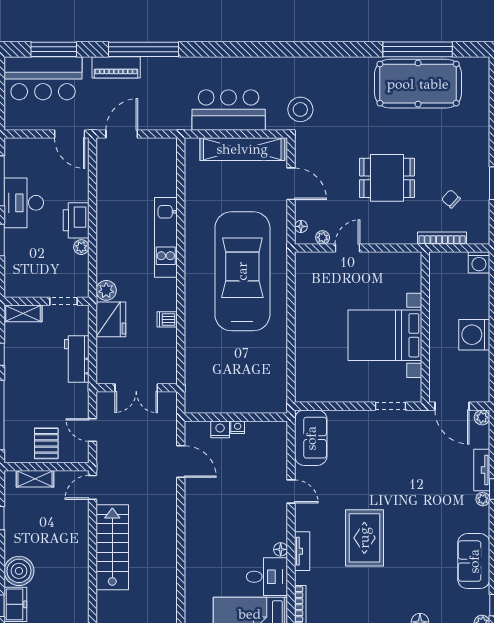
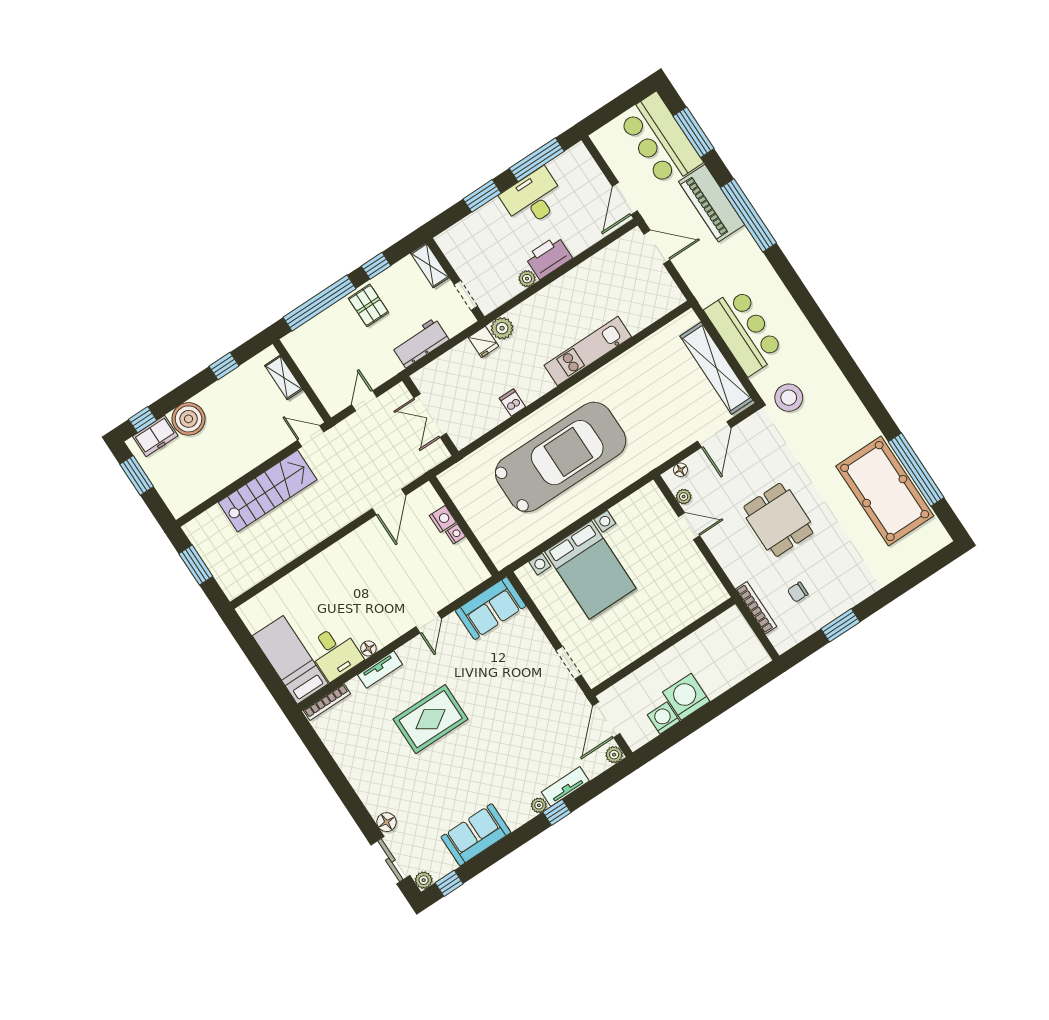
piano: (116, 67) -> (712, 203), width x1.37, depth x1.33
chair: (451, 199) -> (798, 592), turned -132
washing machine: (479, 262) -> (663, 718), moved, turned 90
car: (242, 271) -> (561, 457), moved
fridge: (111, 319) -> (483, 342), width x0.53, depth x0.75
bed with nightstands: (385, 335) -> (590, 570), moved, turned 180
pallet: (46, 443) -> (368, 305), moved, turned 90

